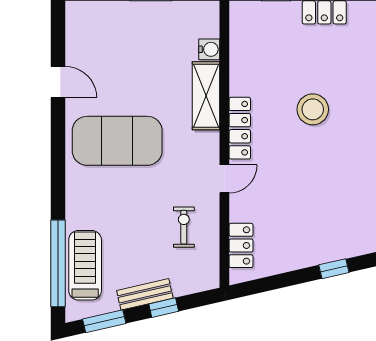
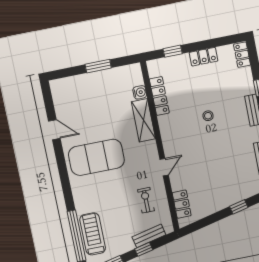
stool: (313, 109) -> (208, 116), width x0.53, depth x0.53
locker: (240, 128) -> (159, 96), moved
bench: (145, 294) -> (149, 236), moved

